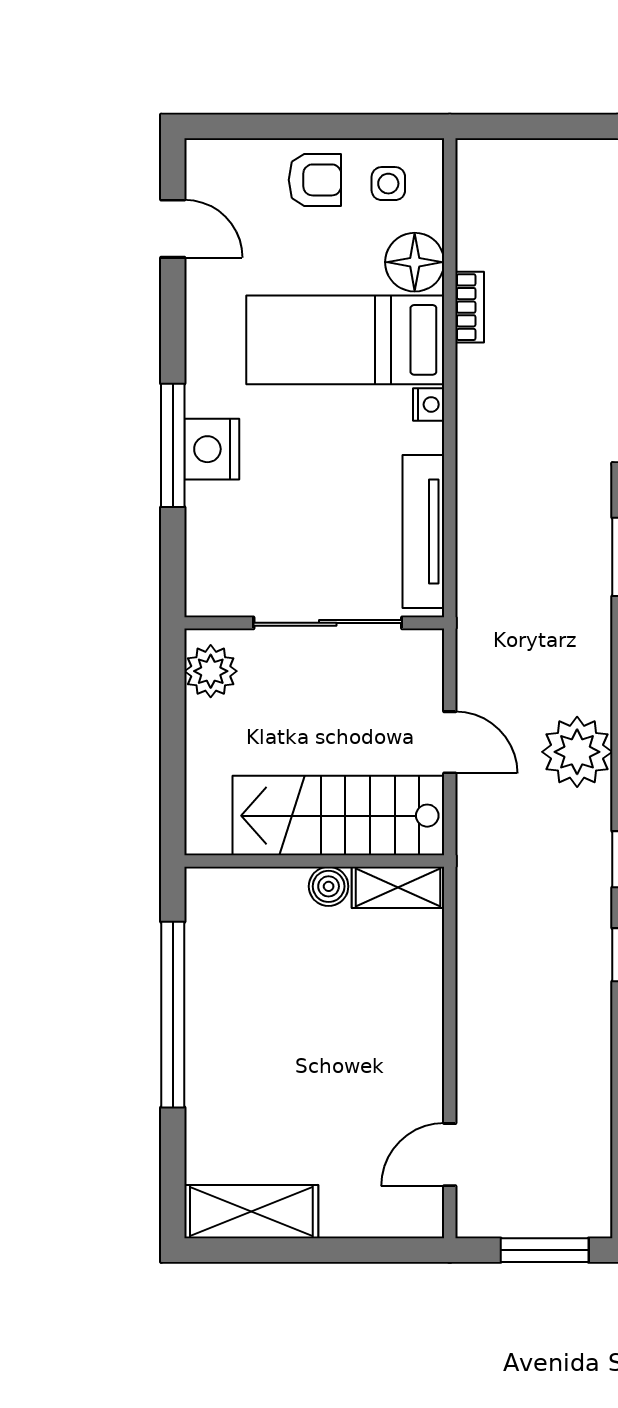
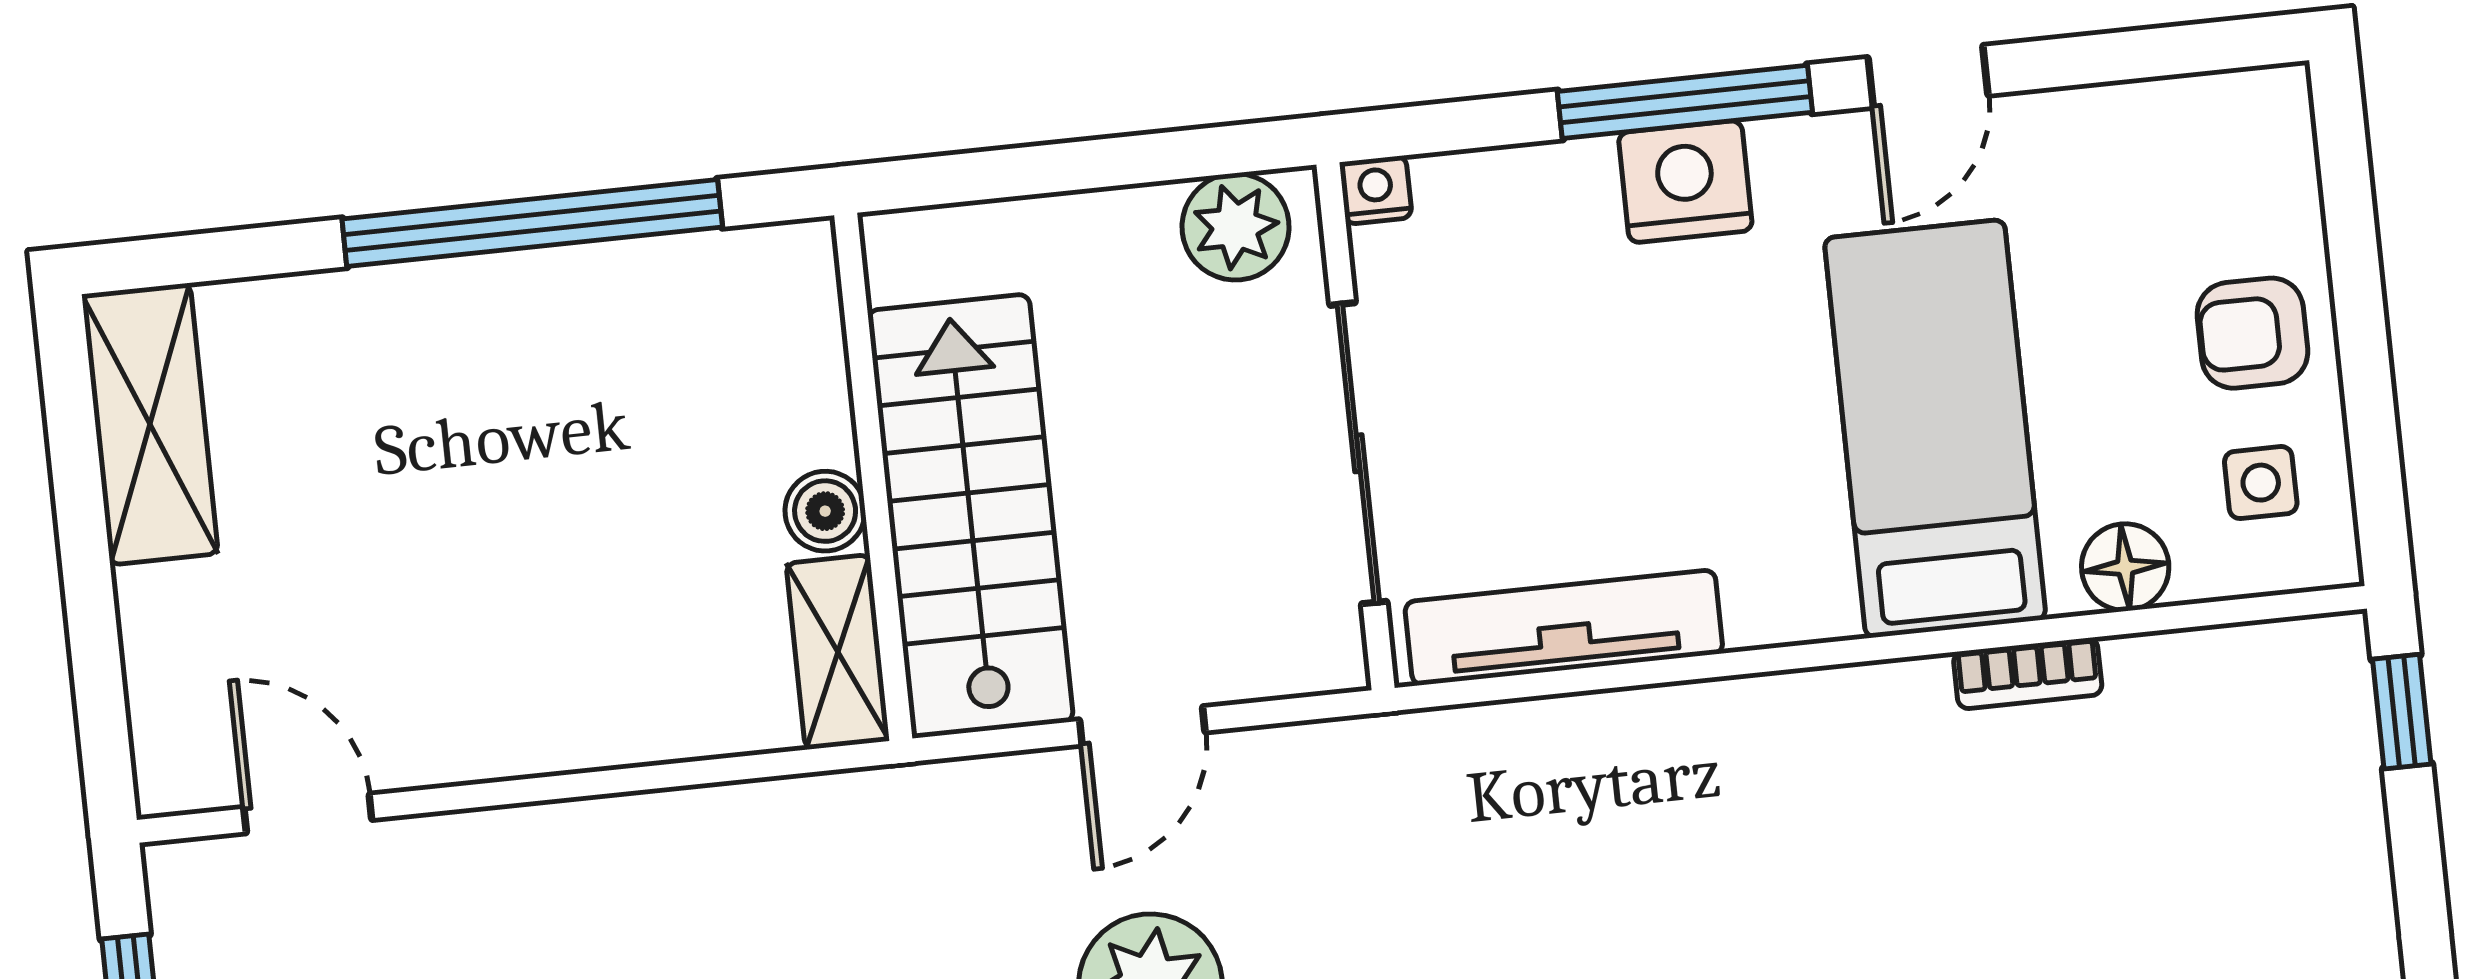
window: (507, 126) -> (2402, 712), added
armchair: (315, 180) -> (2252, 333), turned 90
door: (173, 229) -> (1928, 76), moved
floor lamp: (415, 262) -> (2125, 567), width x0.73, depth x0.73
nightstand: (429, 404) -> (1376, 190), moved, turned 180

